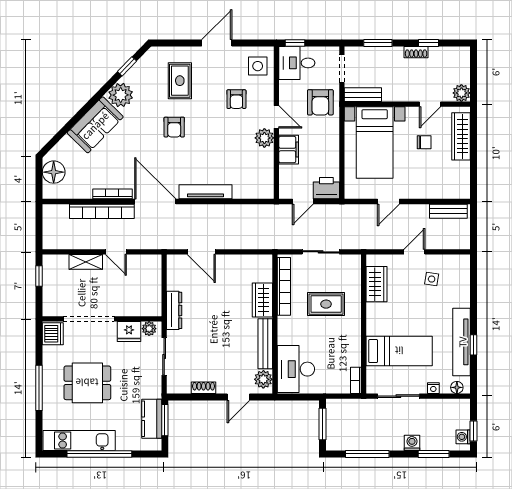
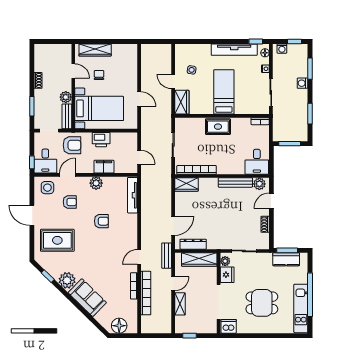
window: (428, 43) -> (32, 72), removed
rug: (180, 81) -> (57, 240), width x1.36, depth x1.43
plant: (461, 93) -> (66, 97), moved
door: (276, 117) -> (67, 175), moved
armchair: (174, 127) -> (101, 221), moved
printer: (326, 188) -> (101, 140), moved, turned -90
tv unit: (205, 192) -> (133, 195), moved
door: (155, 202) -> (139, 257), width x0.53
bench: (448, 211) -> (167, 256), moved
wardrobe: (376, 284) -> (182, 102), moved, turned 90
wardrobe: (151, 290) -> (199, 259), added
wardrobe: (262, 300) -> (187, 185), moved
rug: (326, 304) -> (218, 127), moved, turned 90
dresser: (174, 310) -> (193, 244), moved
window: (474, 345) -> (256, 42), moved
bed: (399, 351) -> (224, 92), moved
desk: (296, 369) -> (257, 162), width x0.73
dining table: (87, 383) -> (262, 303), turned 90
window: (39, 388) -> (265, 336), removed
door: (238, 397) -> (271, 201), swing flipped
washing machine: (463, 437) -> (282, 49), moved
window: (367, 454) -> (310, 114), width x0.69

